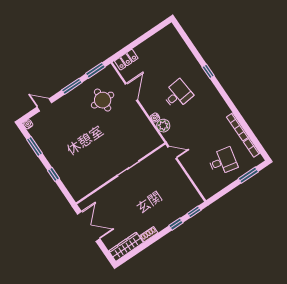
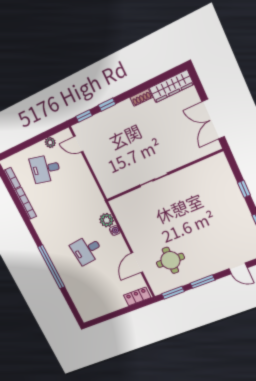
window: (208, 71) -> (51, 267), width x3.17
door: (172, 153) -> (78, 144), moved
window: (248, 175) -> (18, 148), removed
plant: (221, 185) -> (50, 142), added

